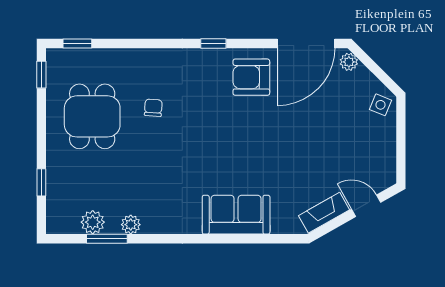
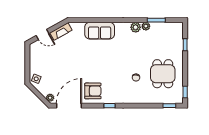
plant: (93, 222) -> (136, 27), moved

